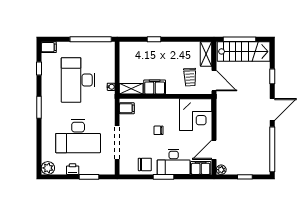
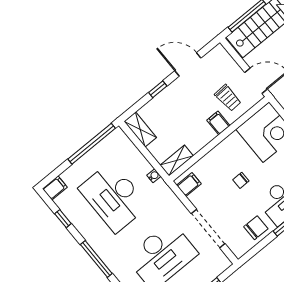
door: (183, 39) -> (188, 64), added
shelving: (206, 54) -> (140, 129), moved
filing cabinet: (155, 87) -> (218, 123), moved, width x0.50
window: (39, 107) -> (96, 259), width x1.44

